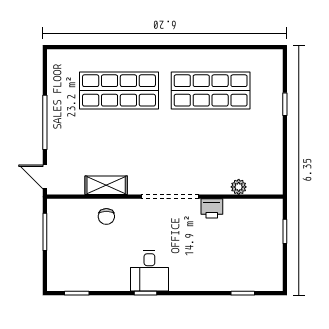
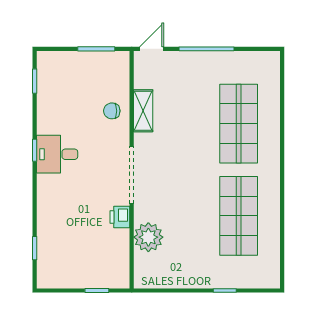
plant: (239, 187) -> (148, 237), width x1.88, depth x1.88

